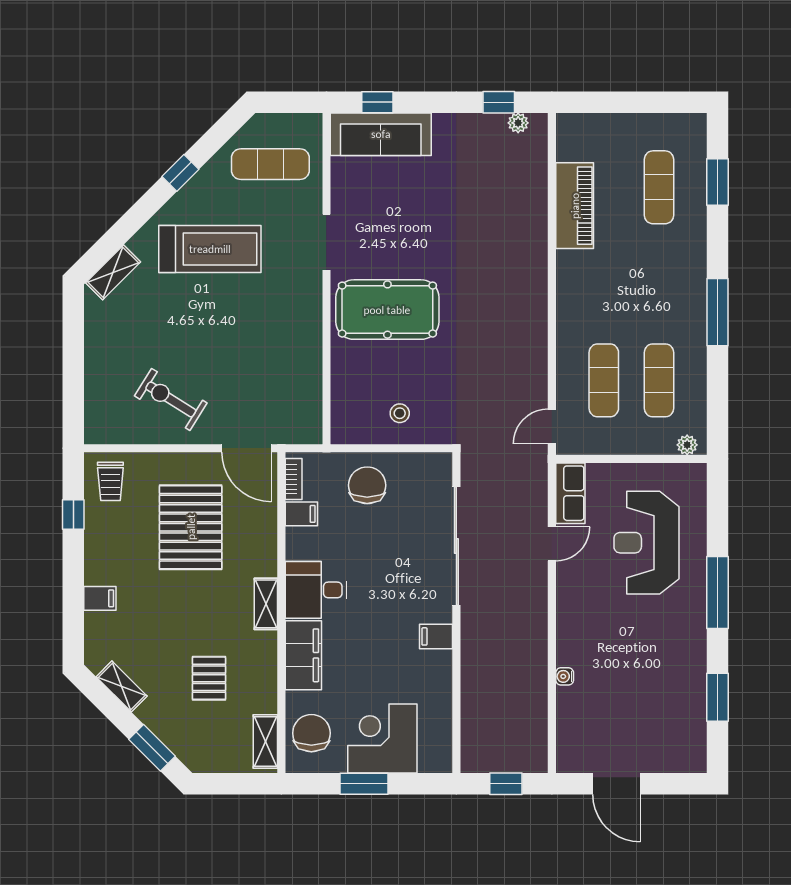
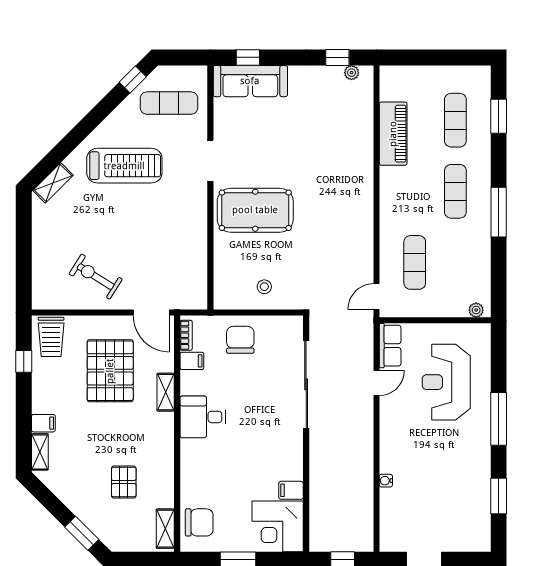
window: (180, 173) -> (133, 79), moved
exercise mat: (659, 380) -> (455, 191), moved
trolley: (110, 481) -> (51, 337), width x1.36, depth x1.39
shelving: (266, 604) -> (166, 392), moved
filing cabinet: (436, 636) -> (291, 490), moved
filing cabinet: (303, 655) -> (193, 465), removed
shelving: (122, 686) -> (40, 452), moved, turned 45
chair: (311, 733) -> (199, 522), turned 90
corner desk: (382, 738) -> (278, 526), moved, turned -90

